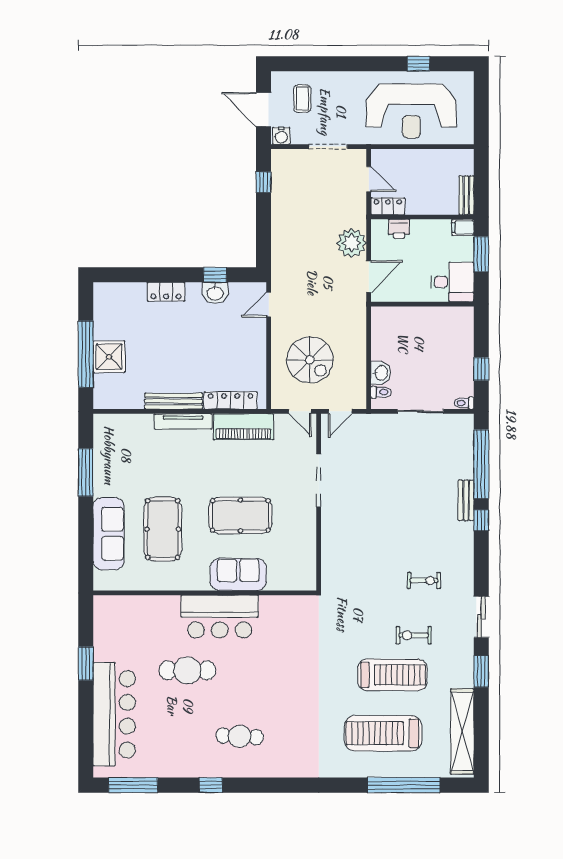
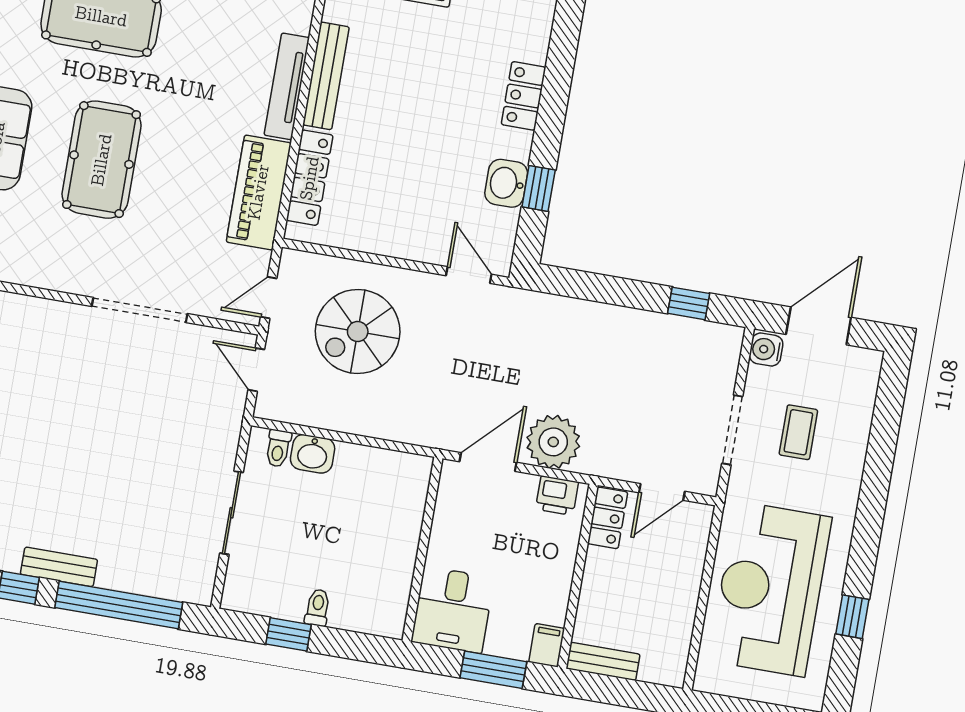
coffee table: (302, 99) -> (798, 432), moved, turned 90
printer: (399, 229) -> (557, 496), moved, turned -90
door: (369, 277) -> (488, 462), swing flipped
toilet: (464, 403) -> (318, 608), moved

